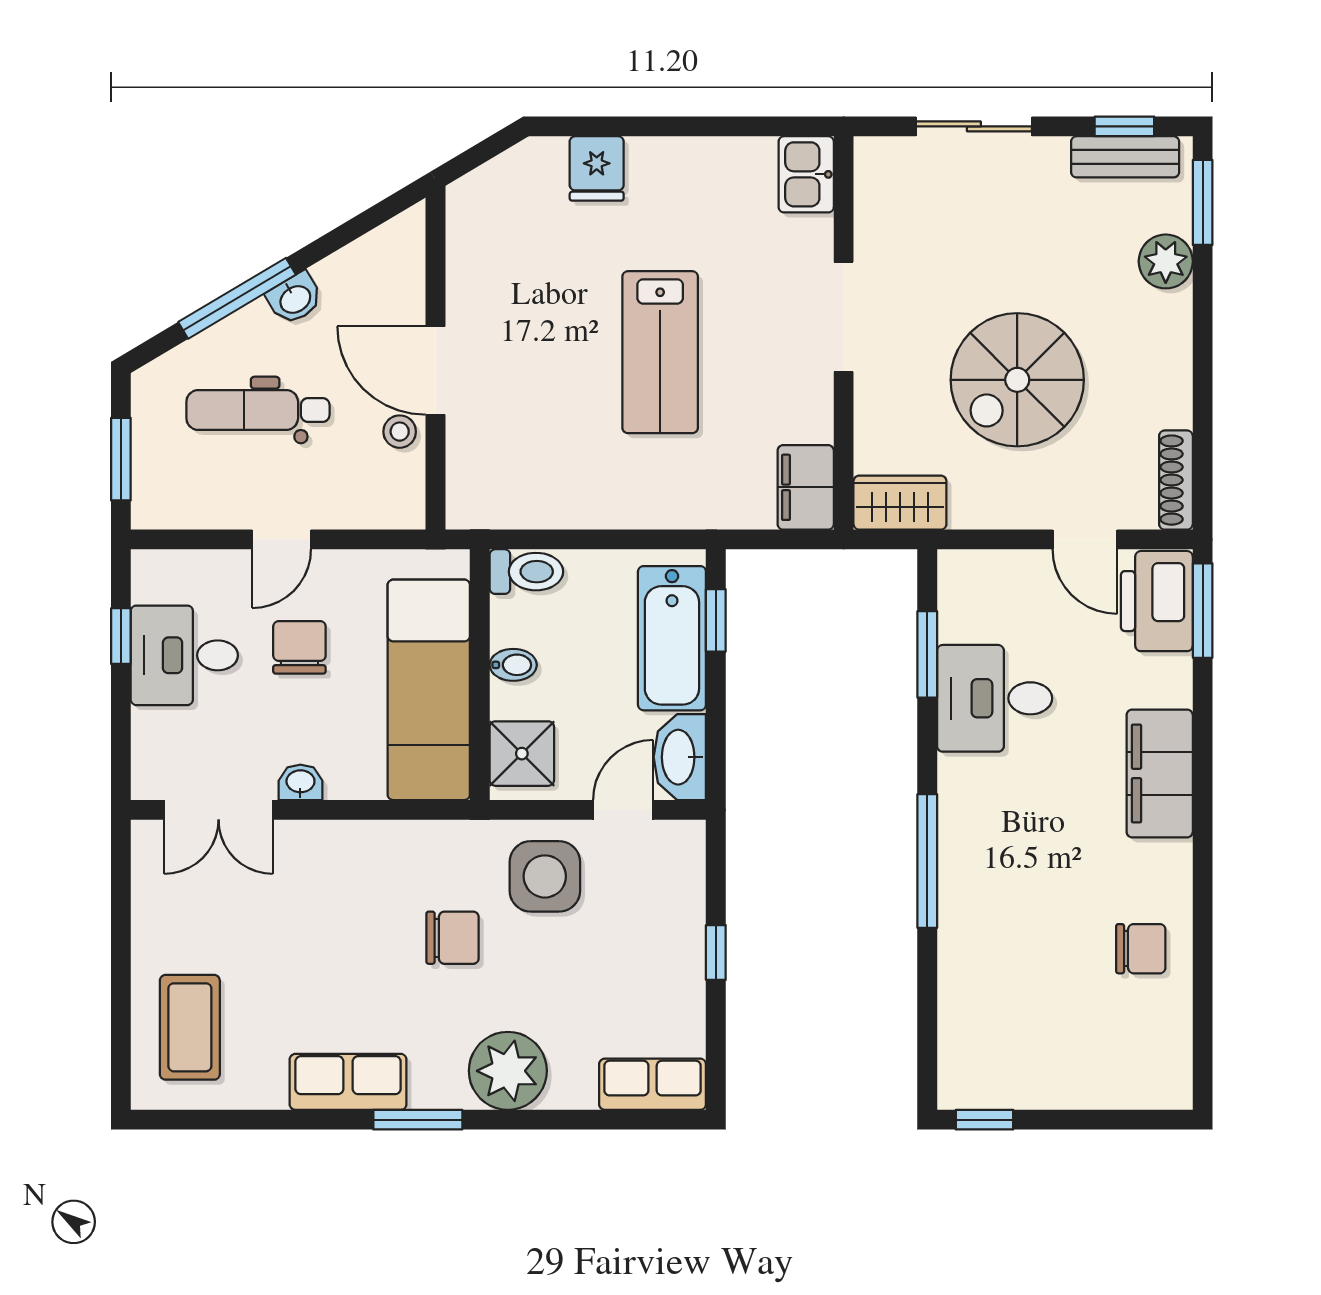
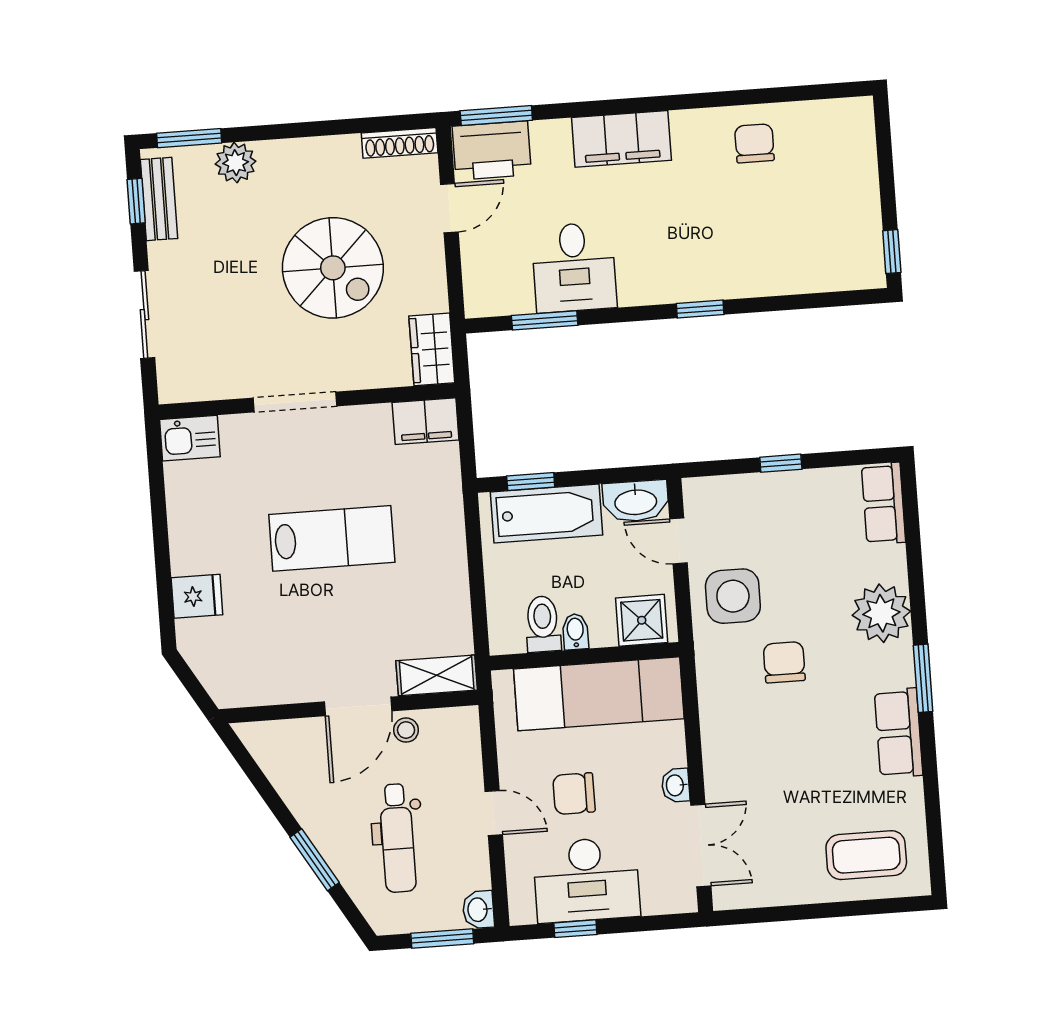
window: (237, 298) -> (315, 860), width x0.69
washbasin: (295, 298) -> (478, 910), moved, turned -149
shelving: (469, 477) -> (437, 675), added
toilet: (526, 572) -> (543, 624), moved
desk: (184, 655) -> (586, 880), width x1.37
window: (927, 861) -> (700, 309), width x0.46

